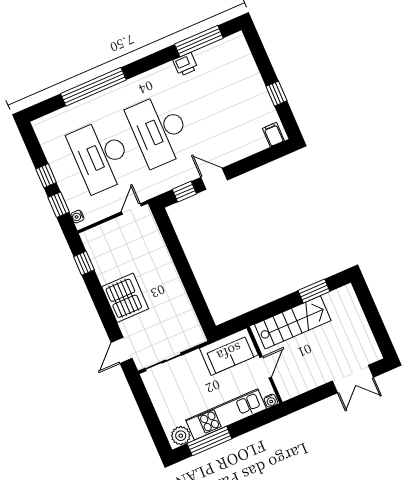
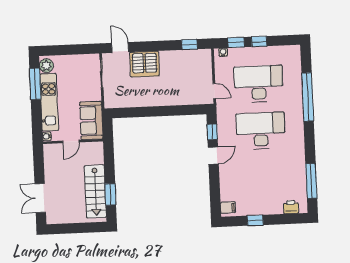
printer: (185, 64) -> (291, 207), moved, turned 90
server rack: (125, 298) -> (145, 64), moved
stairs: (293, 322) -> (95, 191), moved
door: (266, 367) -> (71, 142), hinge flipped

